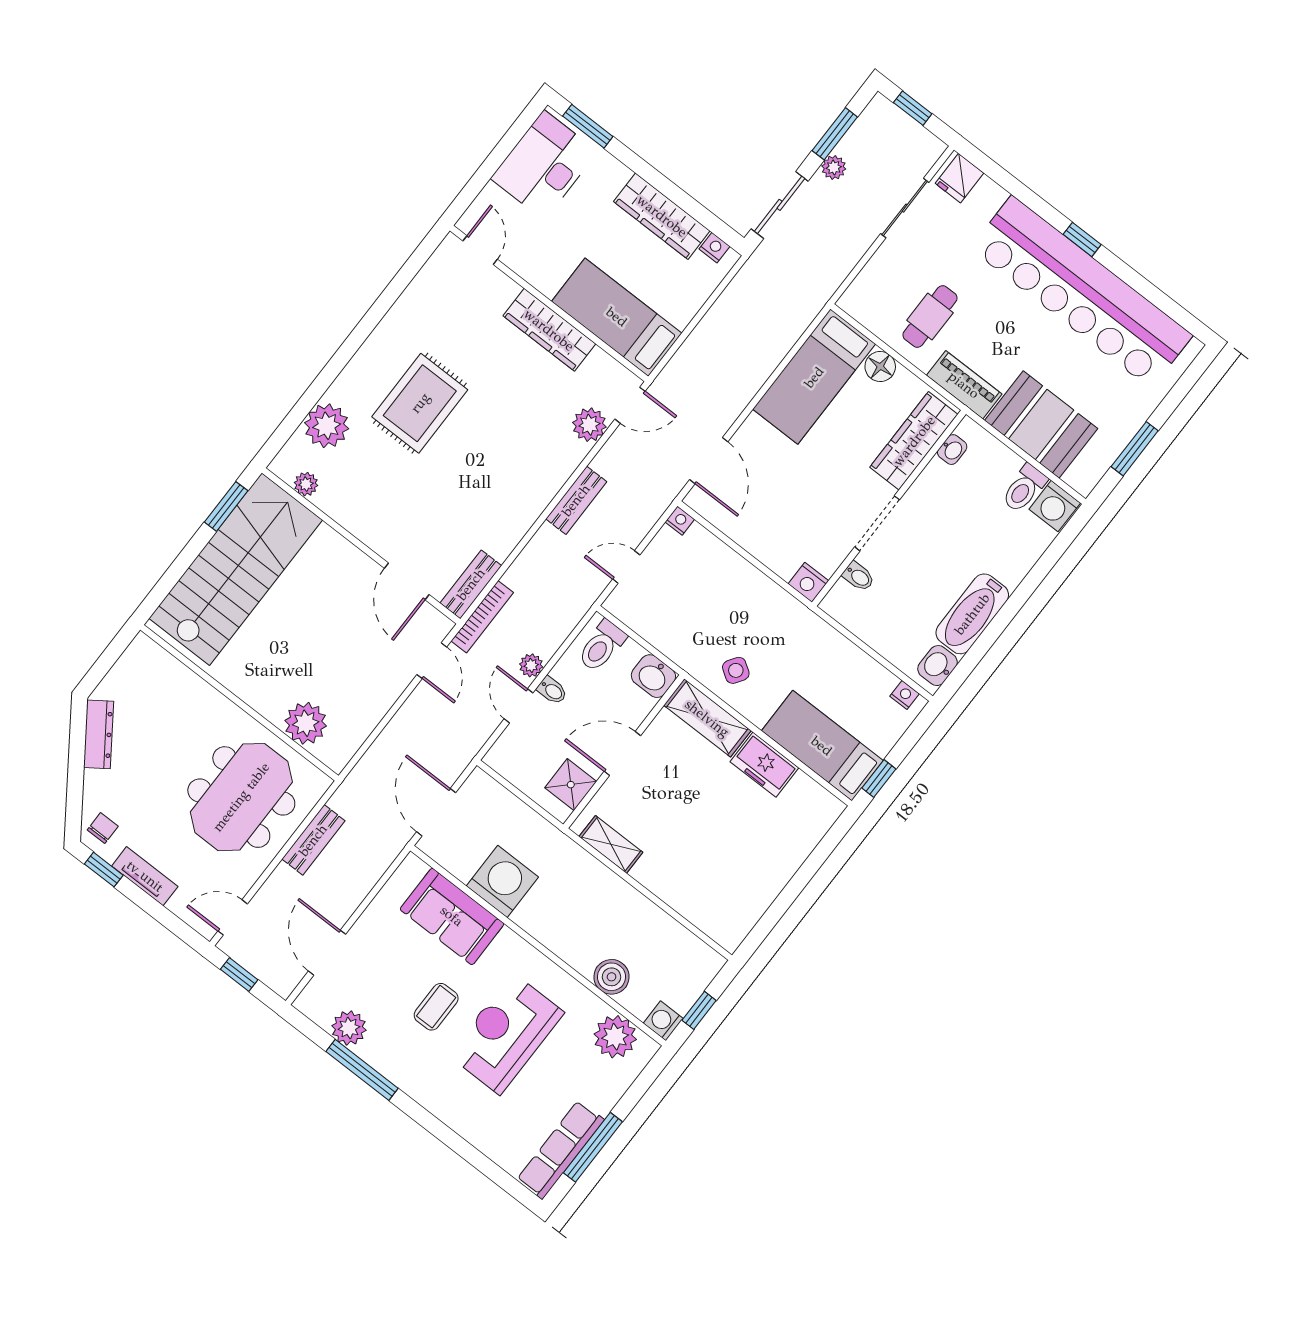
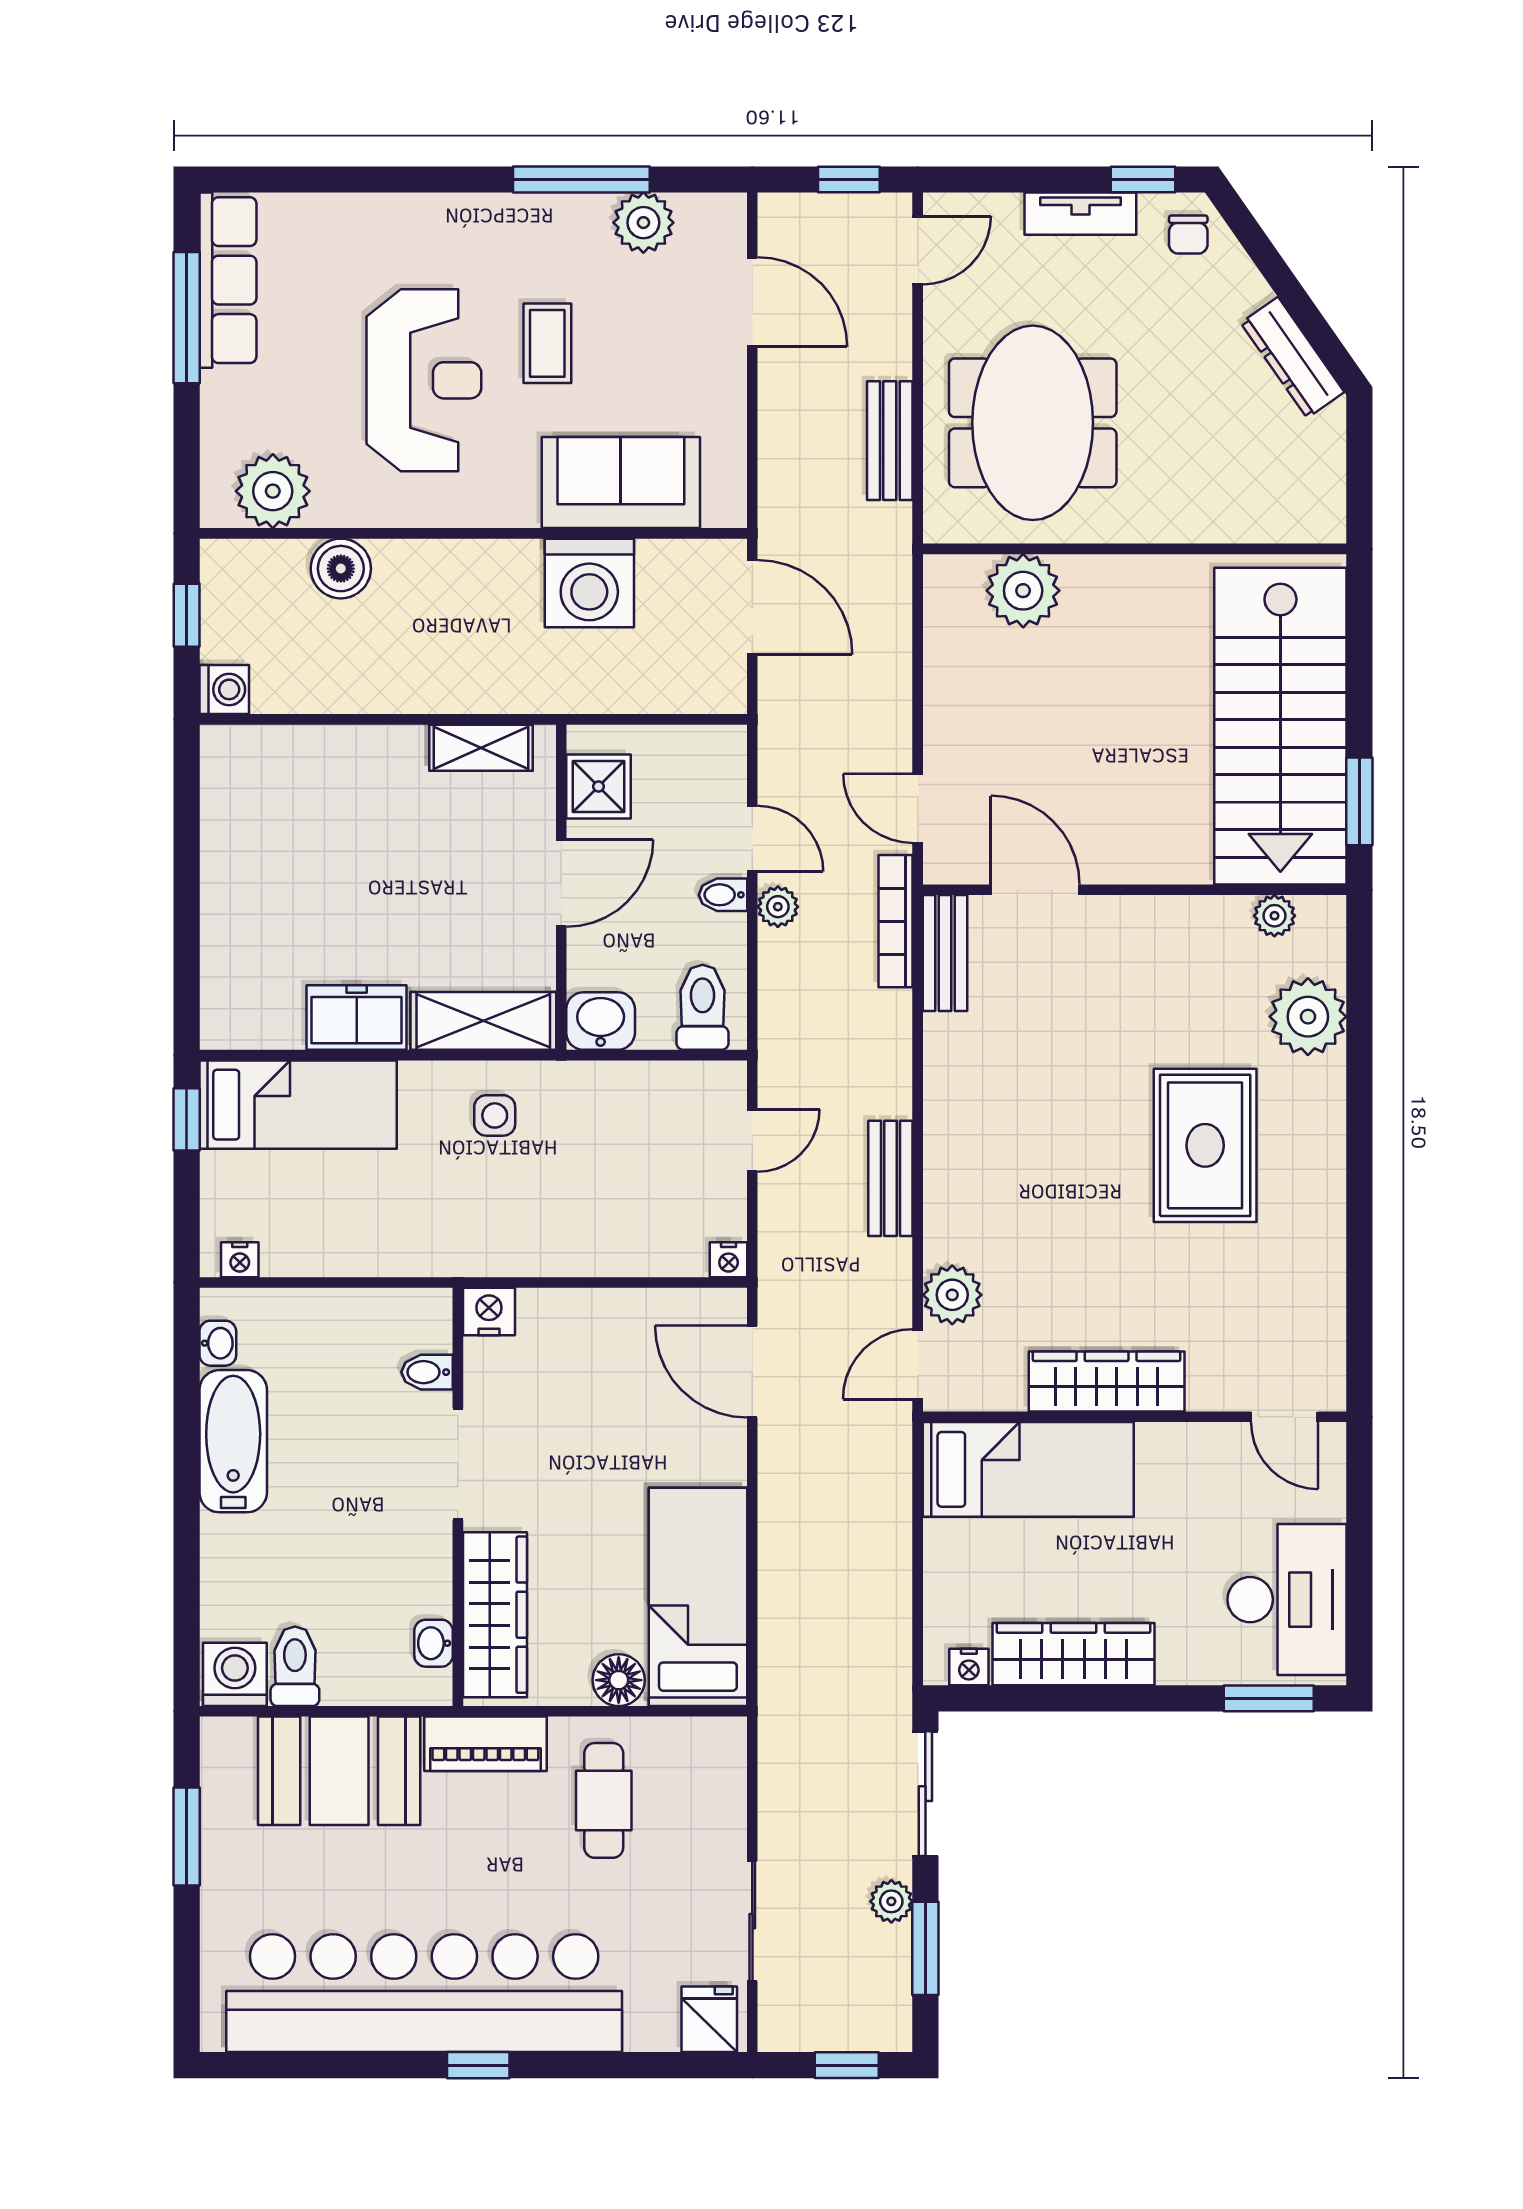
washbasin: (938, 666) -> (218, 1343), width x0.72, depth x0.69
side table: (736, 670) -> (495, 1115), turned -33
washing machine: (663, 1021) -> (224, 689), moved

